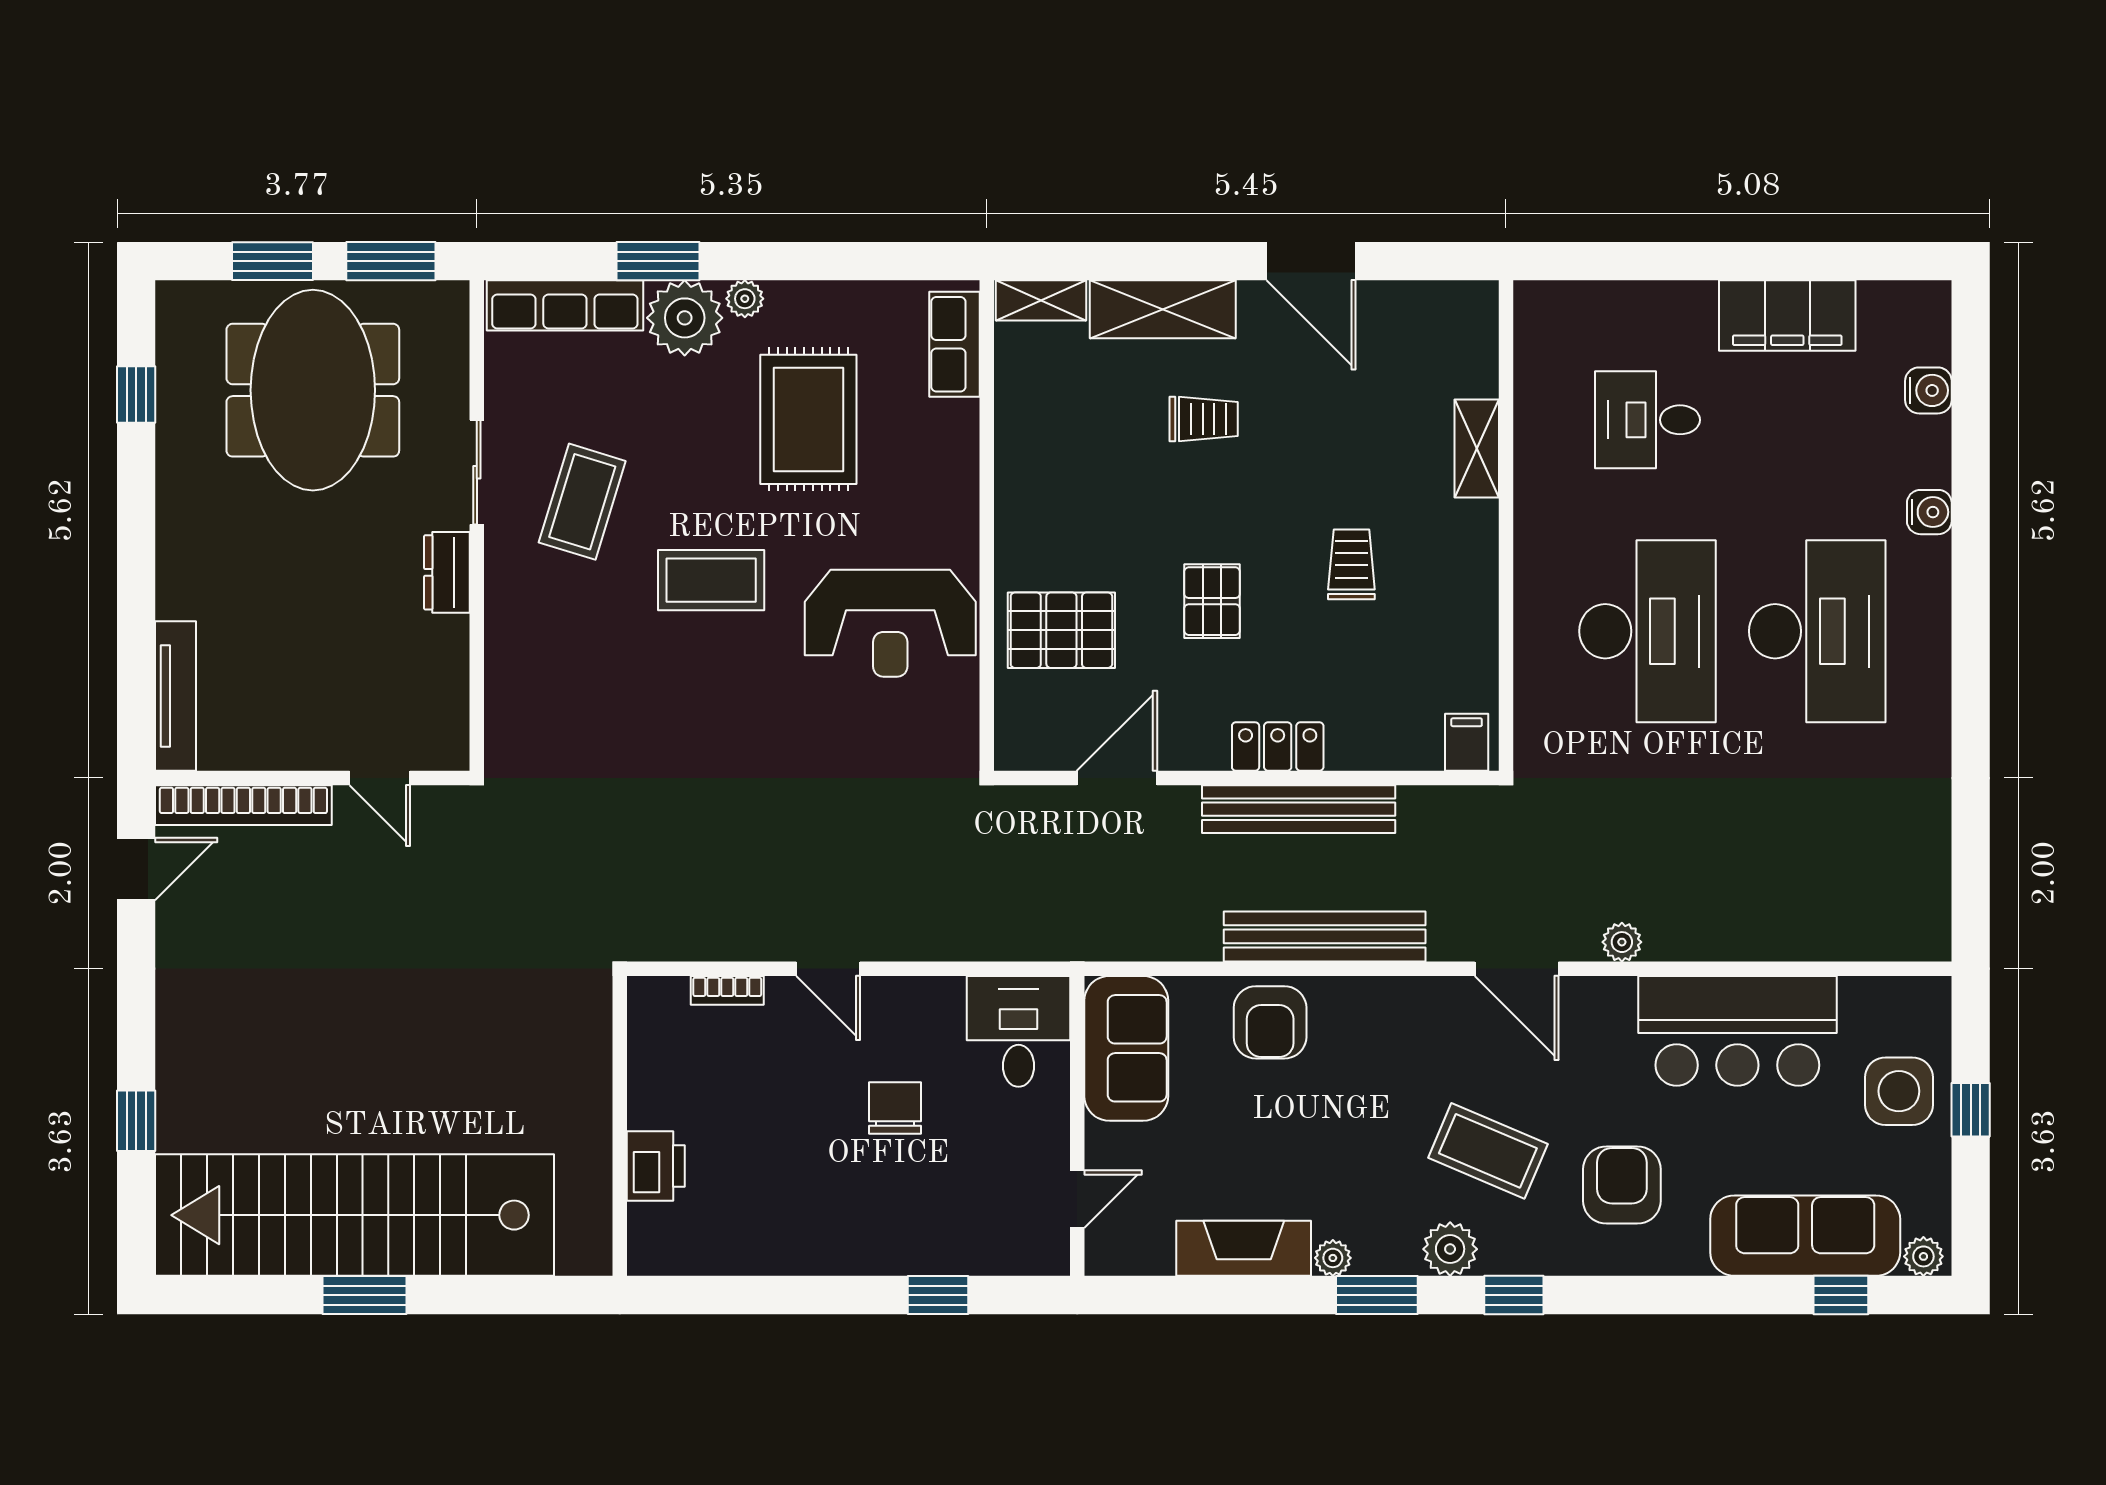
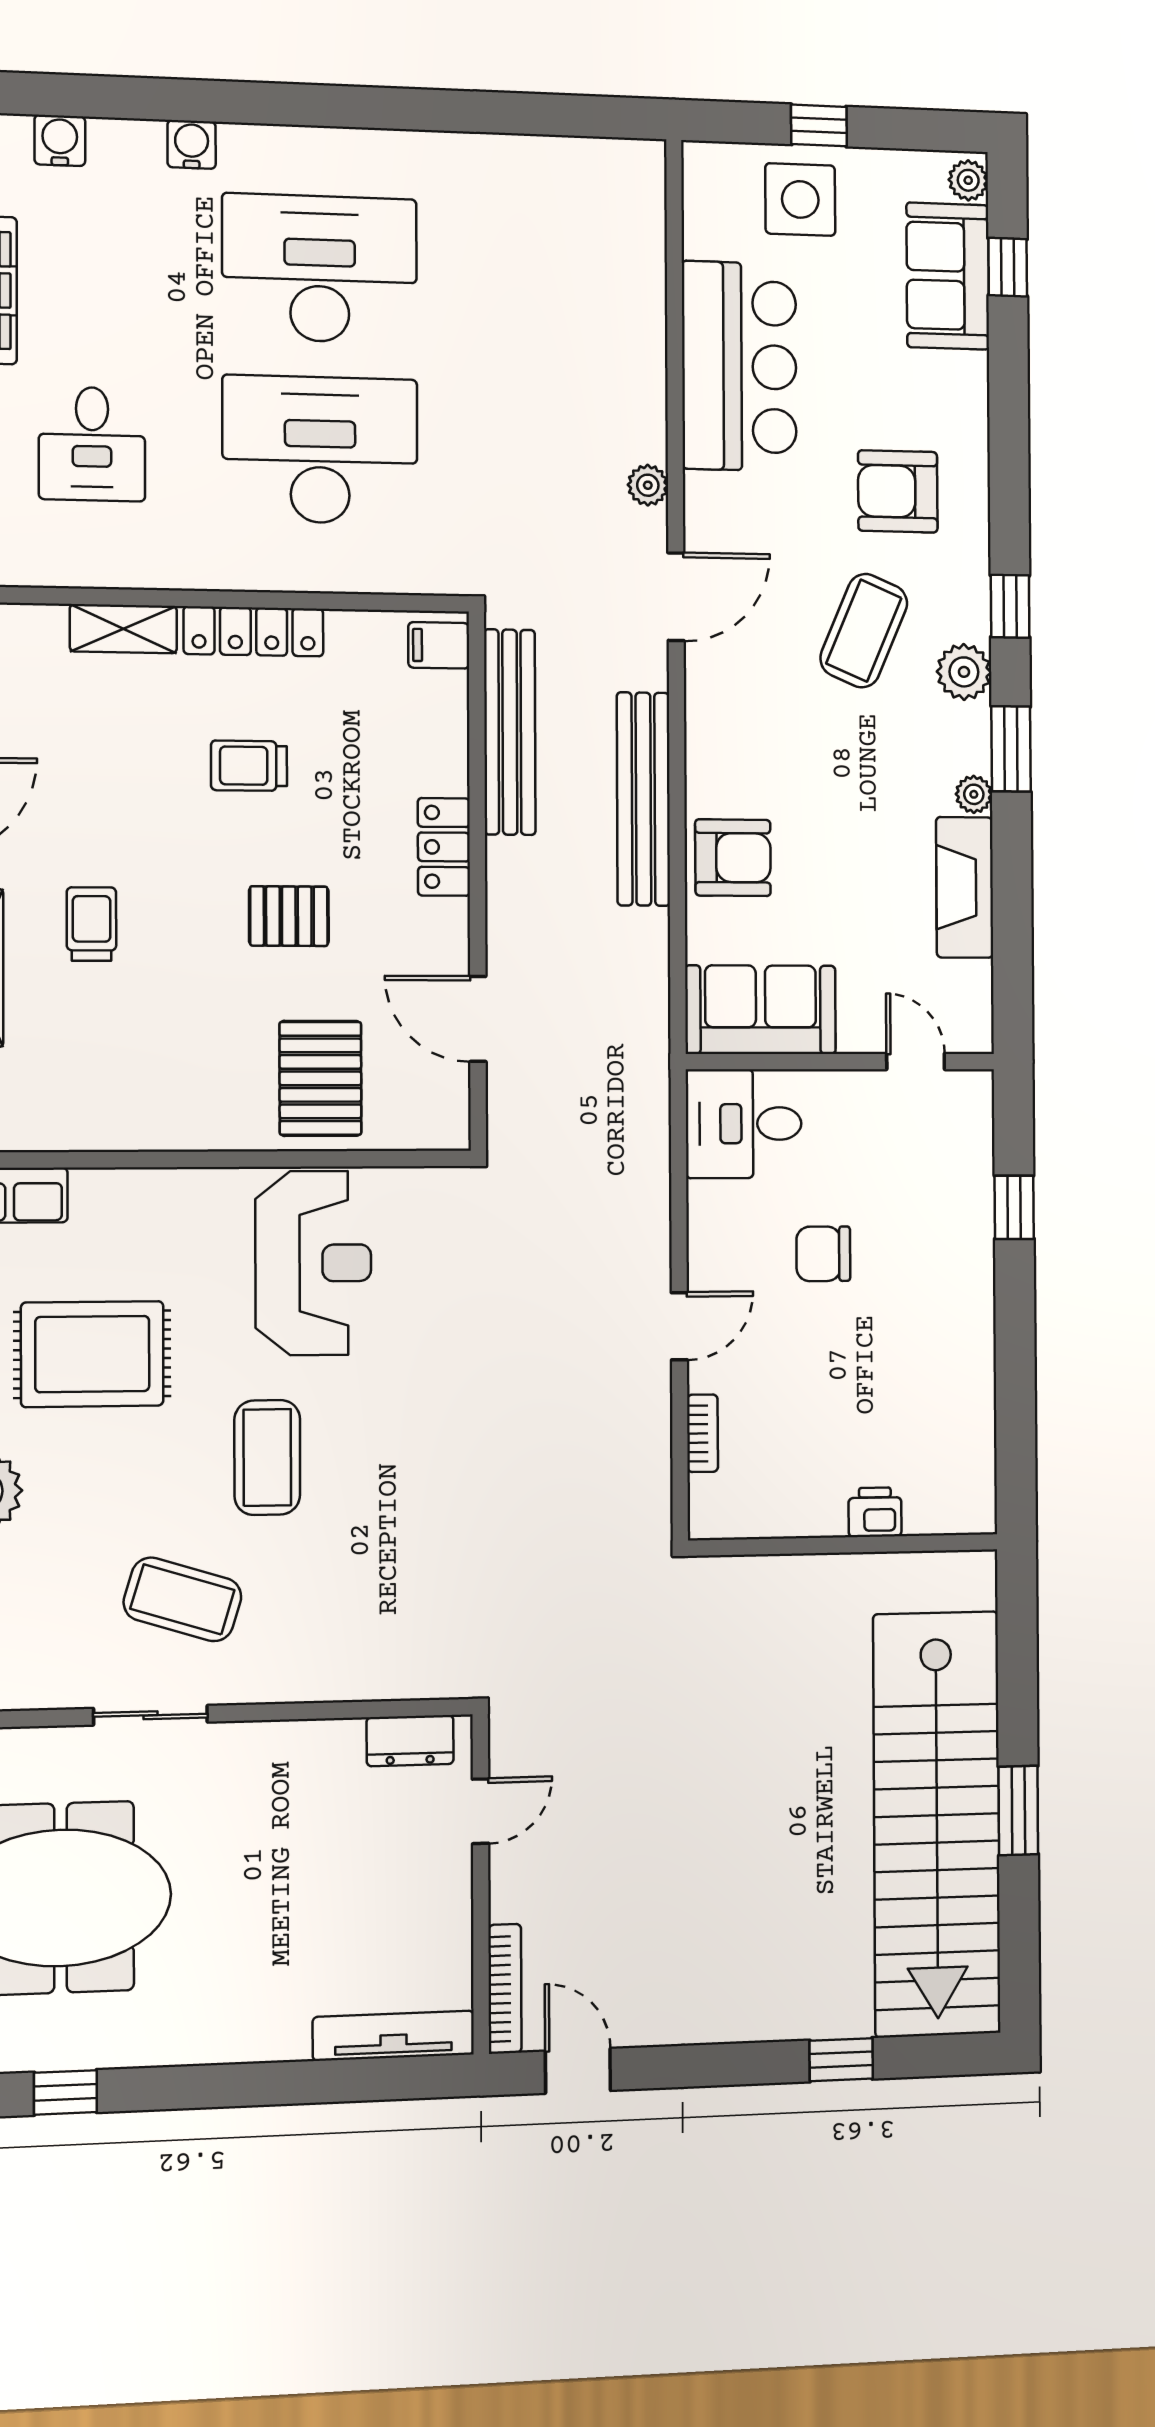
locker: (1477, 569) -> (254, 631), added
dresser: (447, 572) -> (410, 1741), moved
bookcase: (243, 805) -> (505, 1989), width x0.68, depth x0.76
bench: (1299, 809) -> (510, 732), moved
printer: (656, 1166) -> (875, 1512), width x0.73, depth x0.81
sofa: (1805, 1236) -> (948, 276), width x0.73

